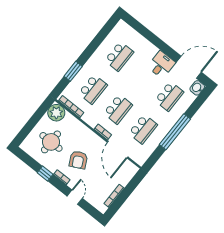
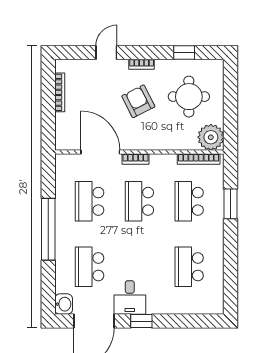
window: (165, 48) -> (141, 321), added
window: (45, 173) -> (184, 52), moved
door: (75, 197) -> (106, 52), swing flipped

